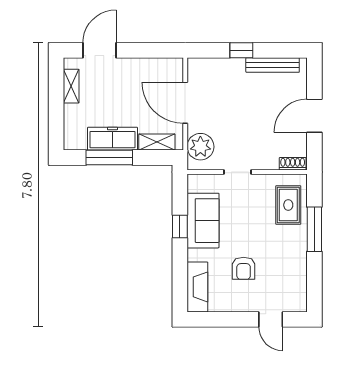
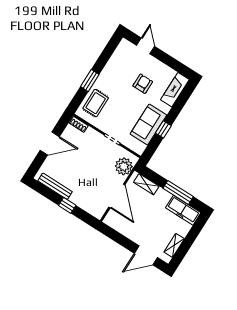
freezer: (112, 139) -> (183, 210), moved
window: (314, 229) -> (90, 81), width x0.69

